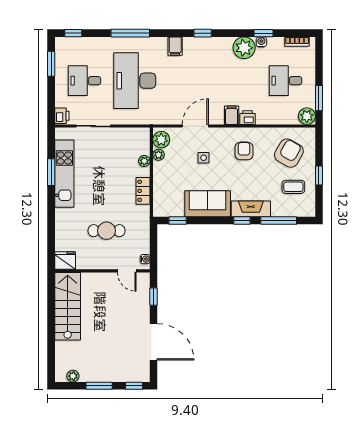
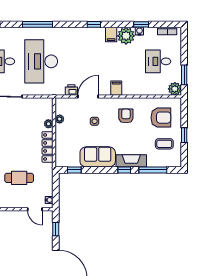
filing cabinet: (175, 46) -> (111, 35), moved
printer: (247, 118) -> (71, 90), moved
plant: (161, 140) -> (62, 107), removed
armchair: (289, 153) -> (161, 118), turned 60
locker: (143, 191) -> (48, 147), width x1.53

